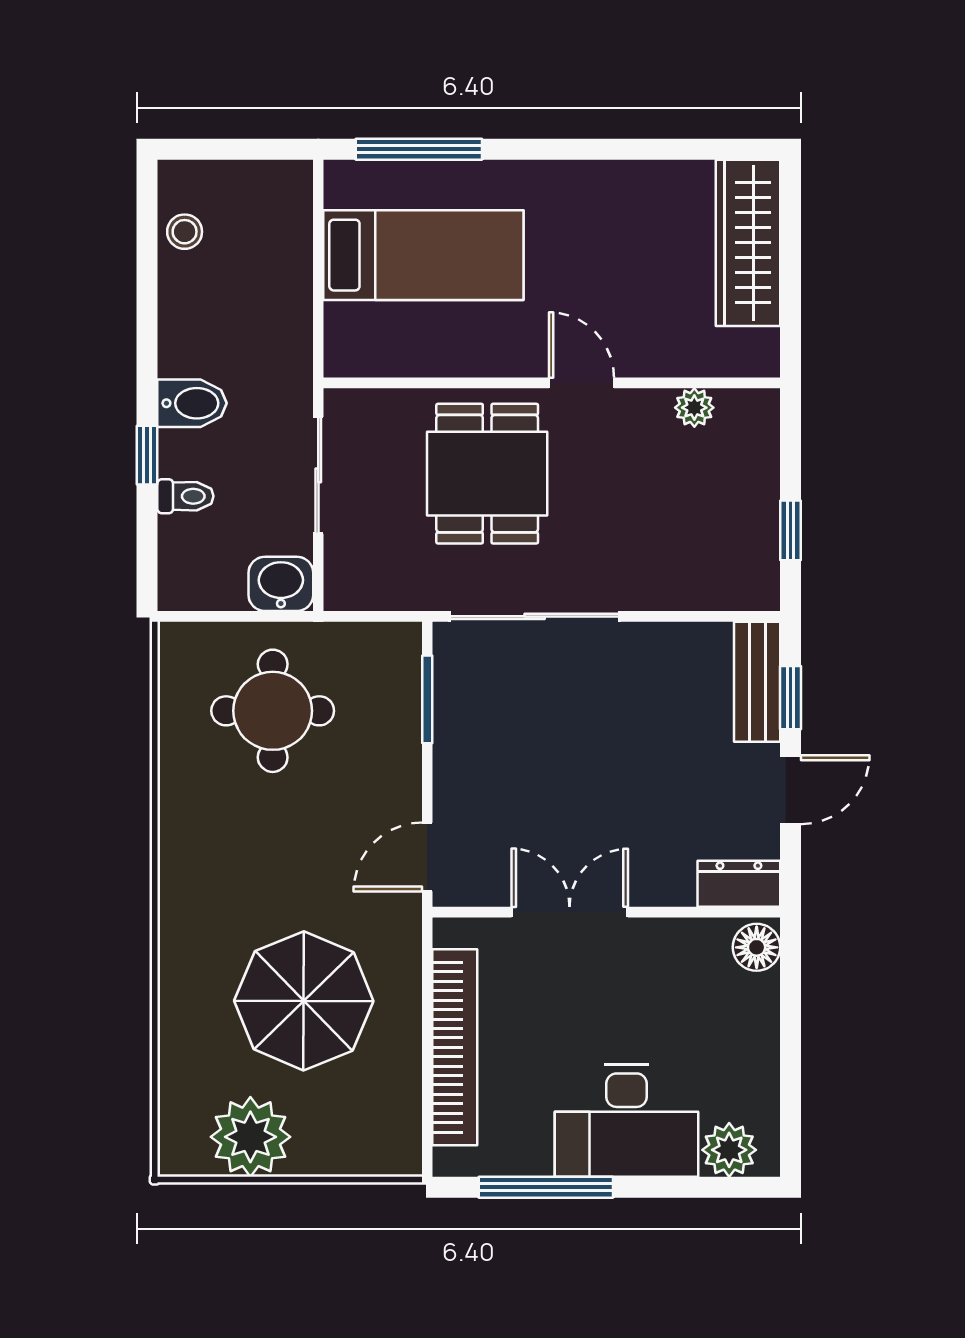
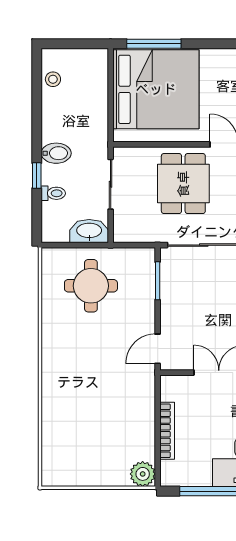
bed: (423, 255) -> (156, 89), width x2.04
washbasin: (281, 584) -> (89, 231), width x1.38
parasol: (304, 1001) -> (104, 411), removed
bookcase: (455, 1047) -> (167, 431), width x0.68, depth x0.76
plant: (250, 1137) -> (143, 474), moved, width x0.73, depth x0.73

